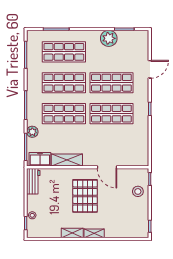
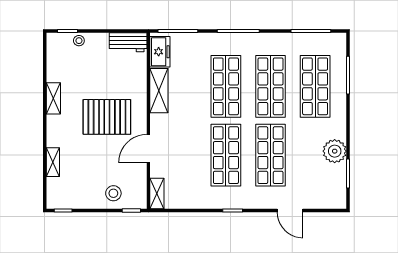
plant: (32, 132) -> (200, 41), removed
shelving: (138, 161) -> (157, 193), added
shelving: (94, 233) -> (53, 162), moved

